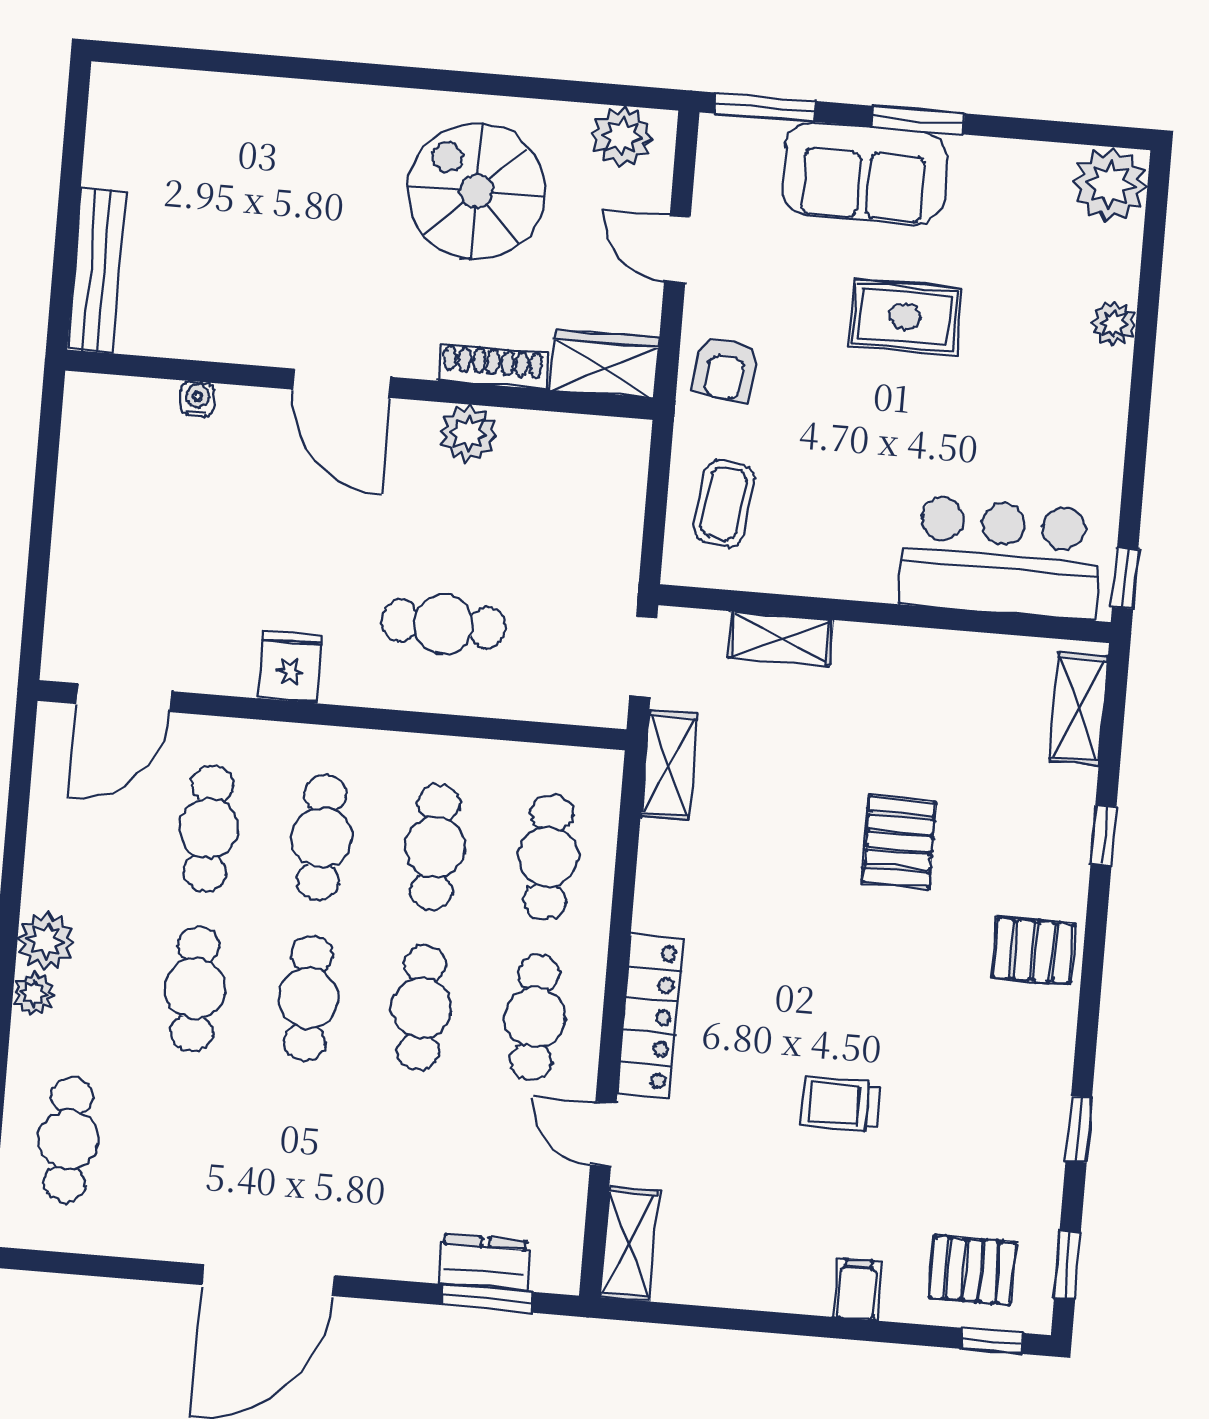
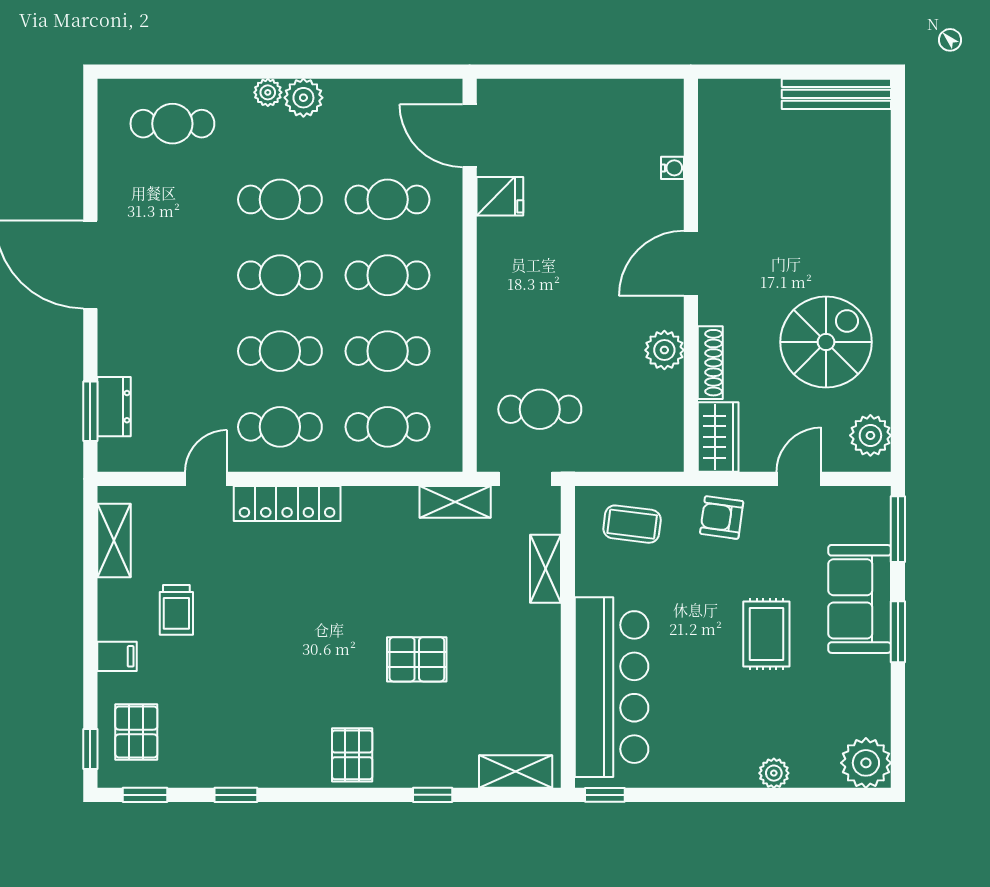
bench: (97, 270) -> (836, 94), moved
bar counter: (1001, 558) -> (612, 687), width x1.36
cafe table: (443, 624) -> (540, 409), moved, turned 90
fridge: (290, 666) -> (500, 196), moved
trolley: (840, 1104) -> (176, 610), moved, turned 180
shelving: (629, 1244) -> (114, 541), moved, turned 90

